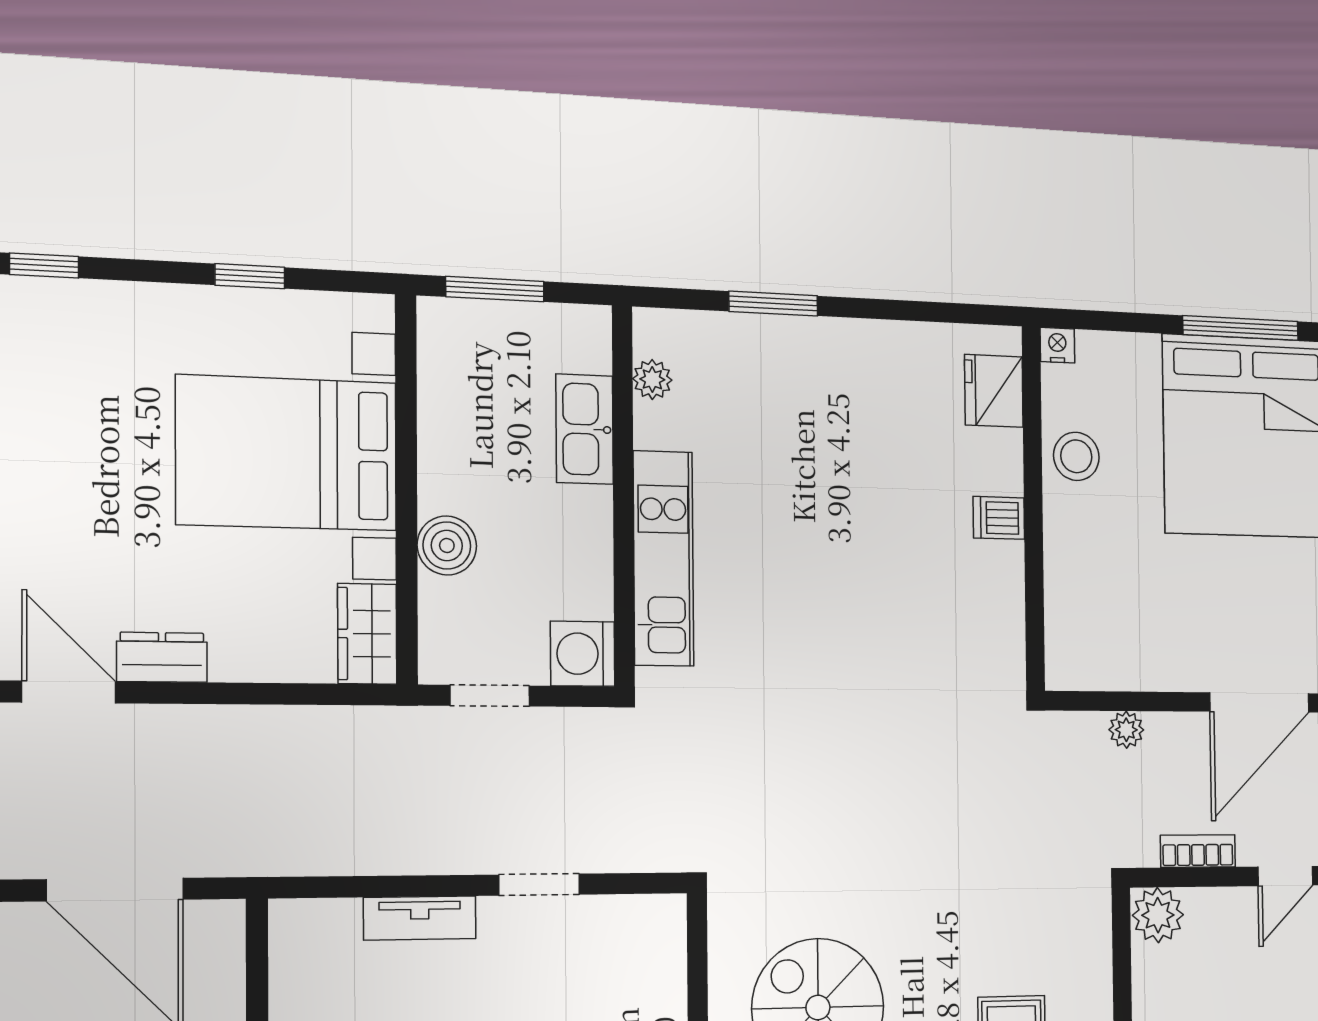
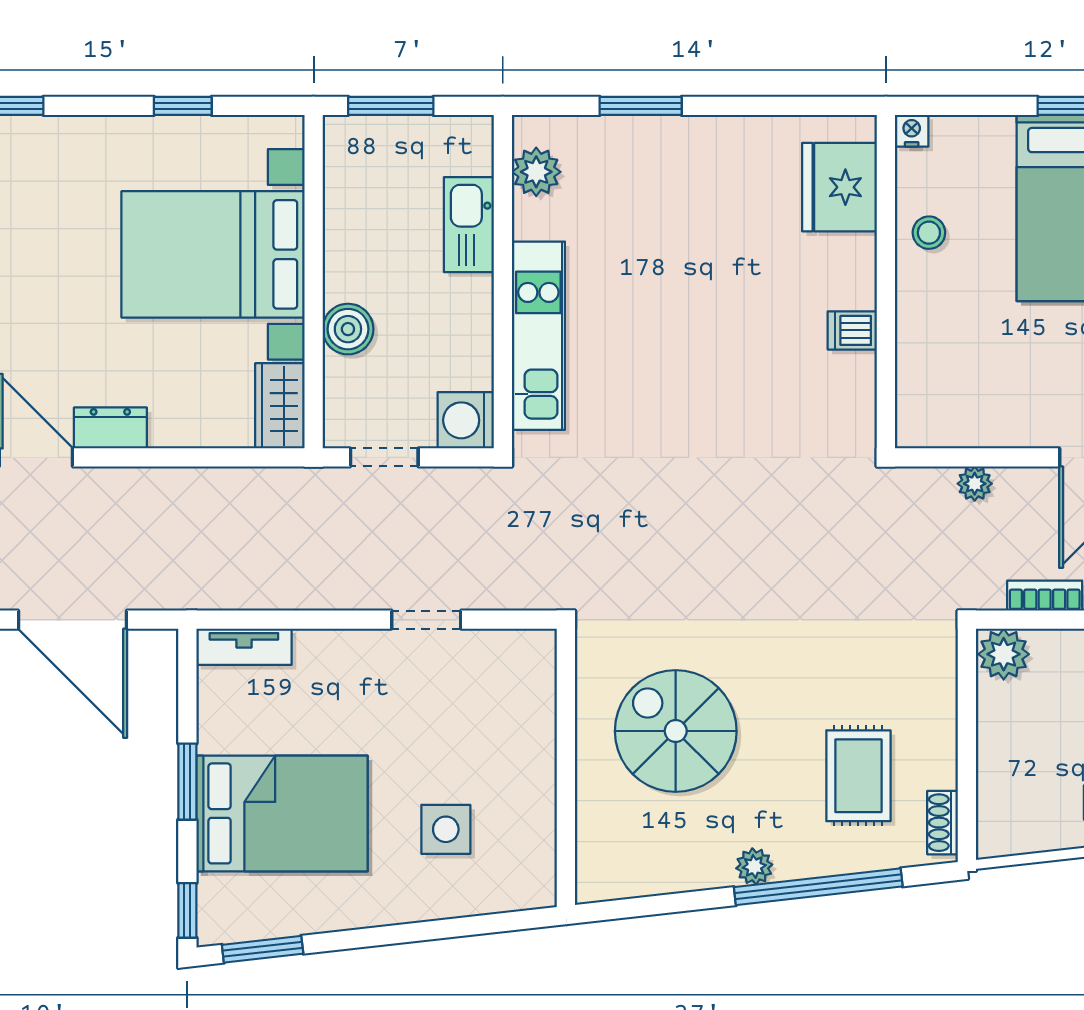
plant: (652, 379) -> (536, 172), width x1.38, depth x1.38
fridge: (994, 391) -> (839, 187), width x1.36, depth x1.34
stool: (1076, 456) -> (929, 233), width x0.73, depth x0.73
dishwasher: (999, 518) -> (852, 330), moved
tv unit: (420, 918) -> (244, 647), moved

